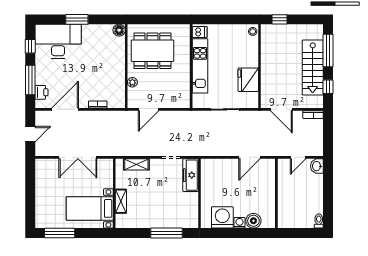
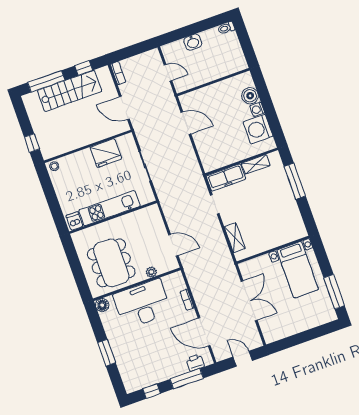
desk: (58, 41) -> (142, 304), moved, turned 90
door: (281, 109) -> (124, 108), swing flipped
washbasin: (317, 166) -> (193, 42), moved
shelving: (121, 201) -> (256, 164), moved

